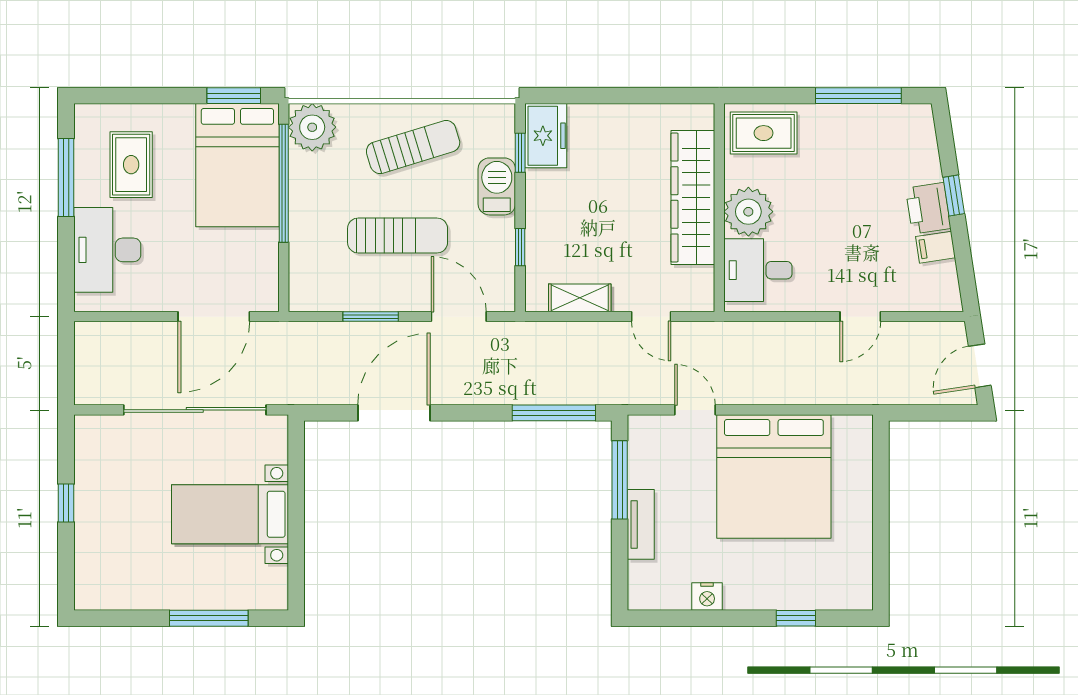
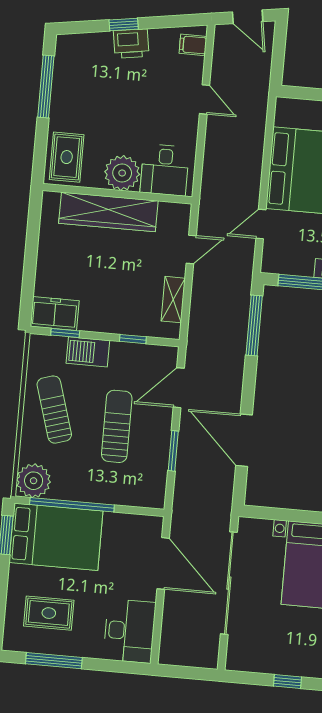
filing cabinet: (936, 247) -> (193, 45), moved, turned 99
desk: (107, 250) -> (130, 631), moved, turned -90

